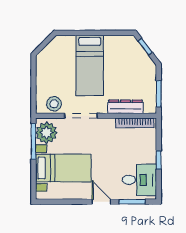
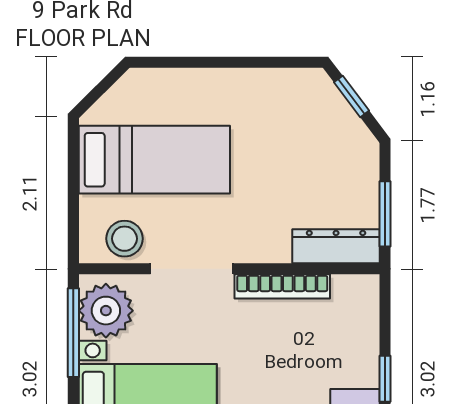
bed: (90, 65) -> (154, 160), moved, turned -90
dresser: (125, 107) -> (336, 246), moved
bookcase: (135, 123) -> (282, 286), moved

